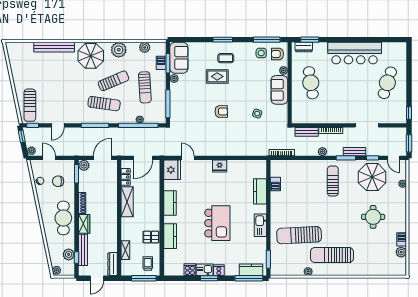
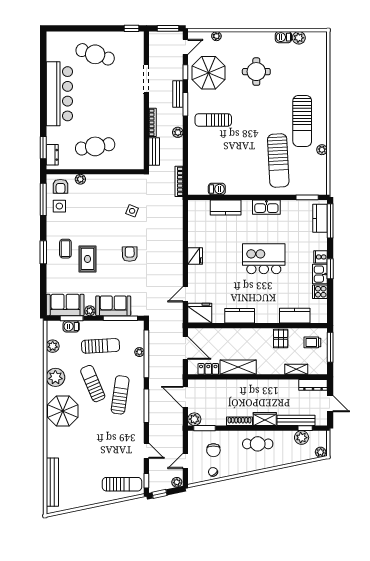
bench: (54, 47) -> (52, 482), moved
sofa: (279, 90) -> (113, 306), moved, turned 180
cafe table: (63, 218) -> (258, 444), width x0.73, depth x0.74
kitchen counter: (170, 236) -> (295, 316), moved

